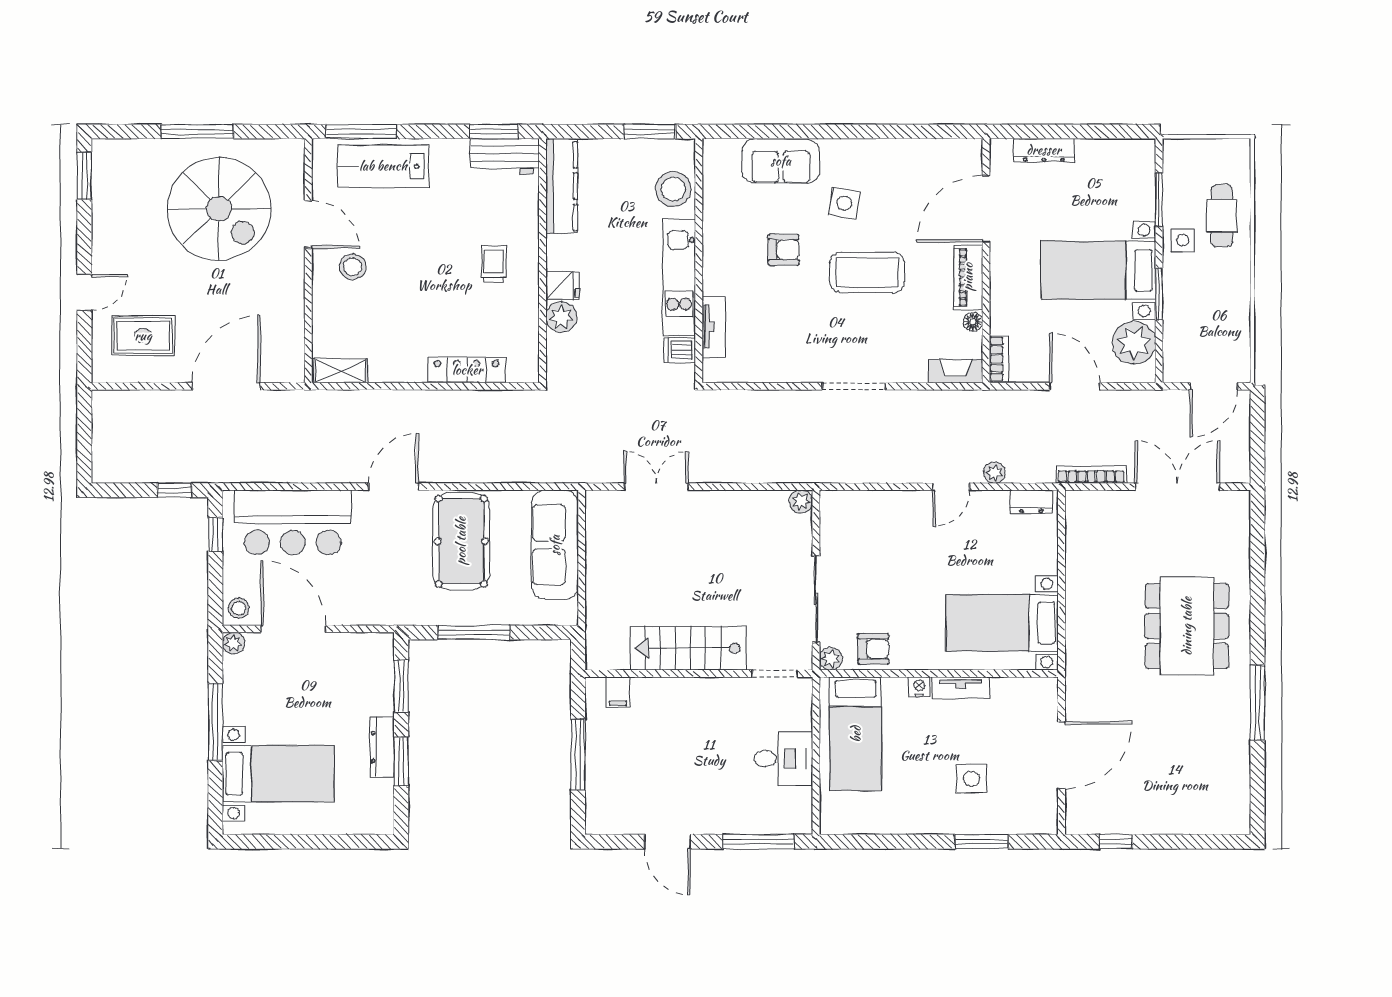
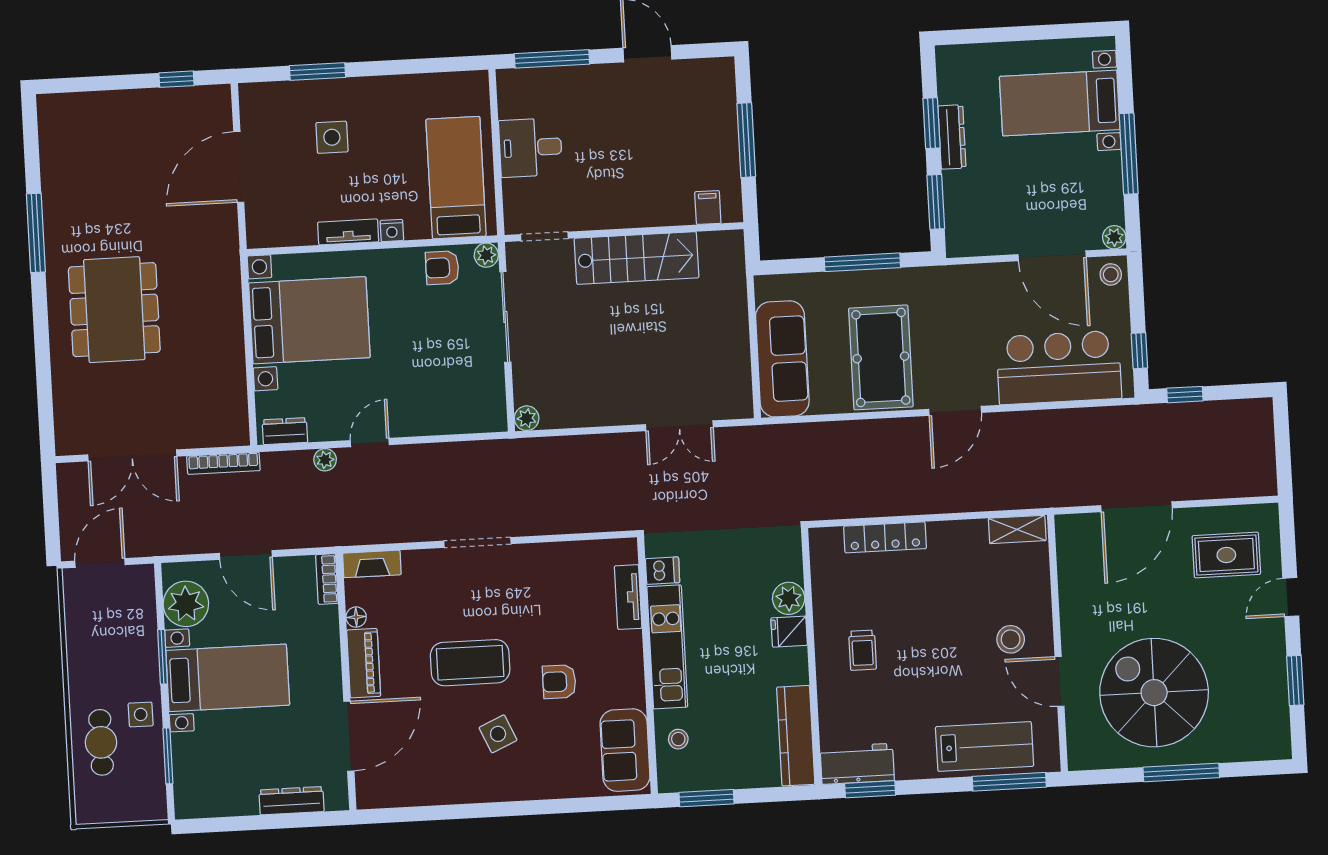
sofa: (781, 161) -> (625, 750), moved, turned -90
window: (84, 176) -> (1295, 681), moved
stool: (673, 189) -> (678, 739), width x0.53, depth x0.53
side table: (844, 203) -> (498, 734), turned -34
bed with nightstands: (1002, 623) -> (309, 320), width x1.36

